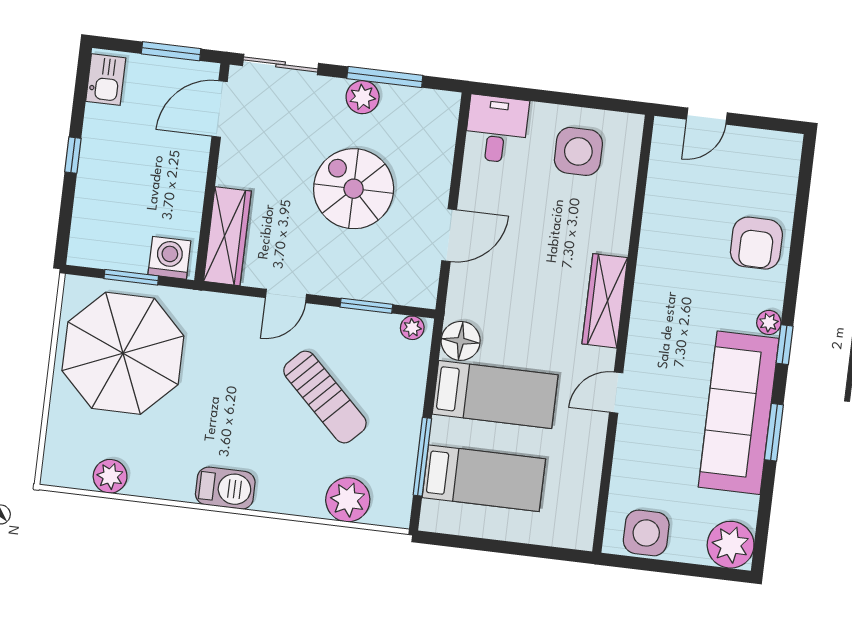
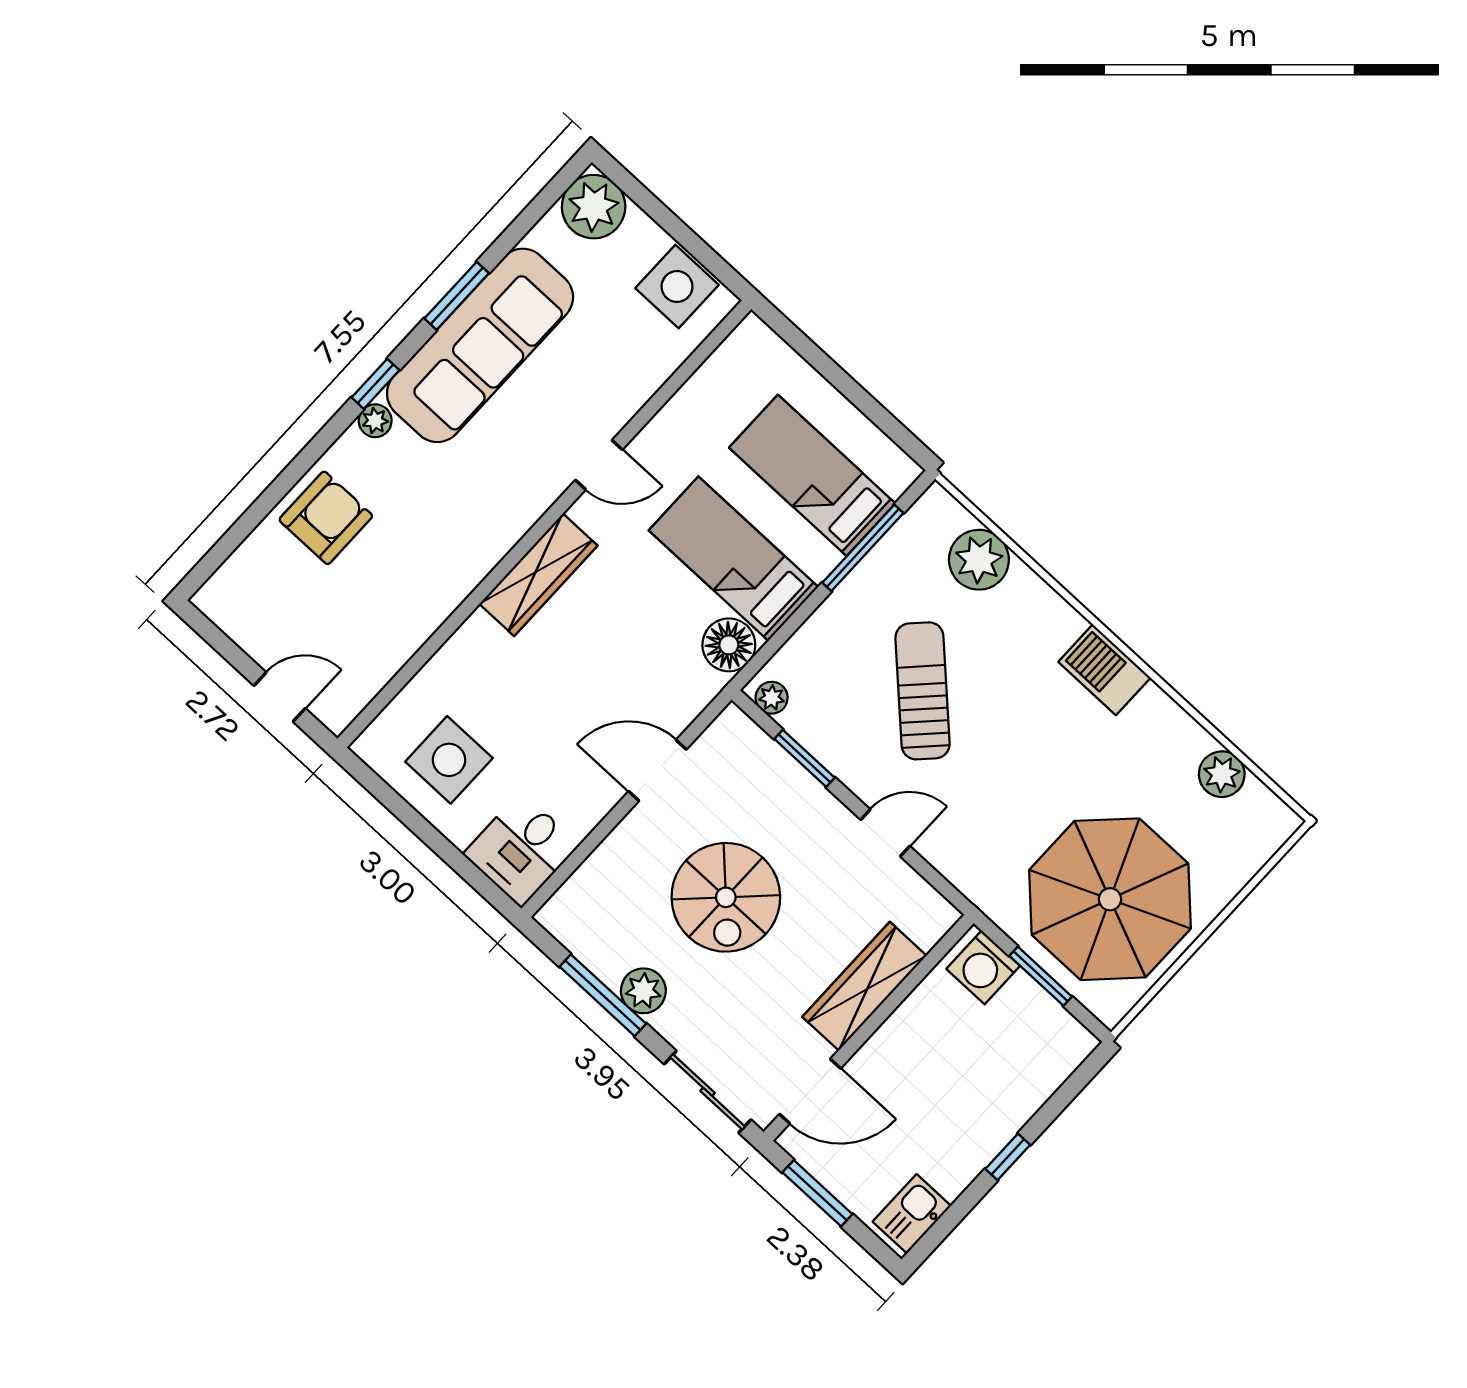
wardrobe: (227, 236) -> (864, 986), moved

